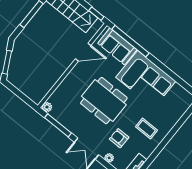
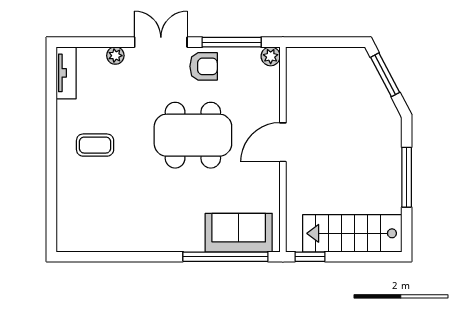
door: (83, 52) -> (283, 142), moved
corner sofa: (146, 79) -> (156, 218), removed
armchair: (119, 138) -> (204, 66), moved

